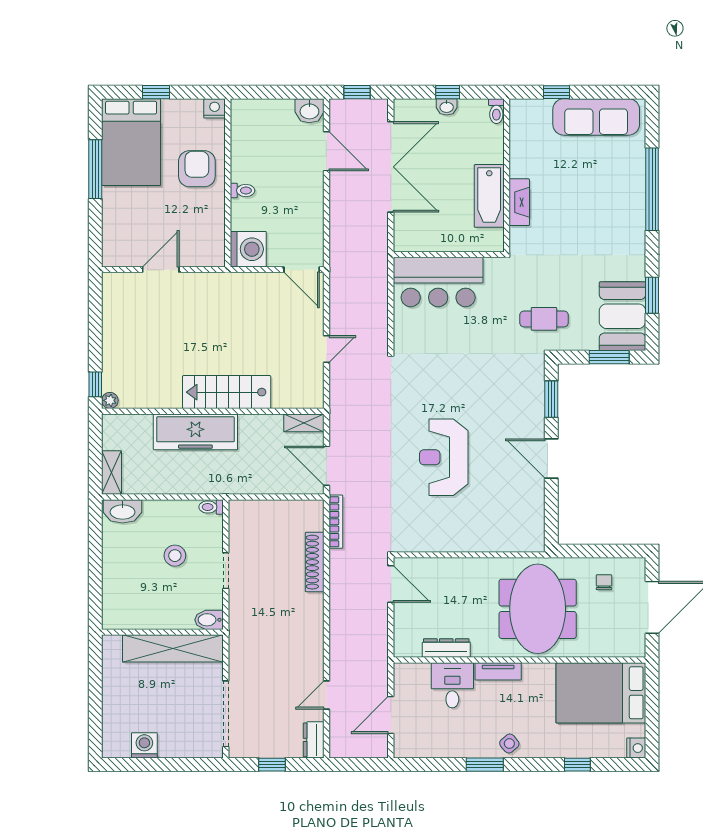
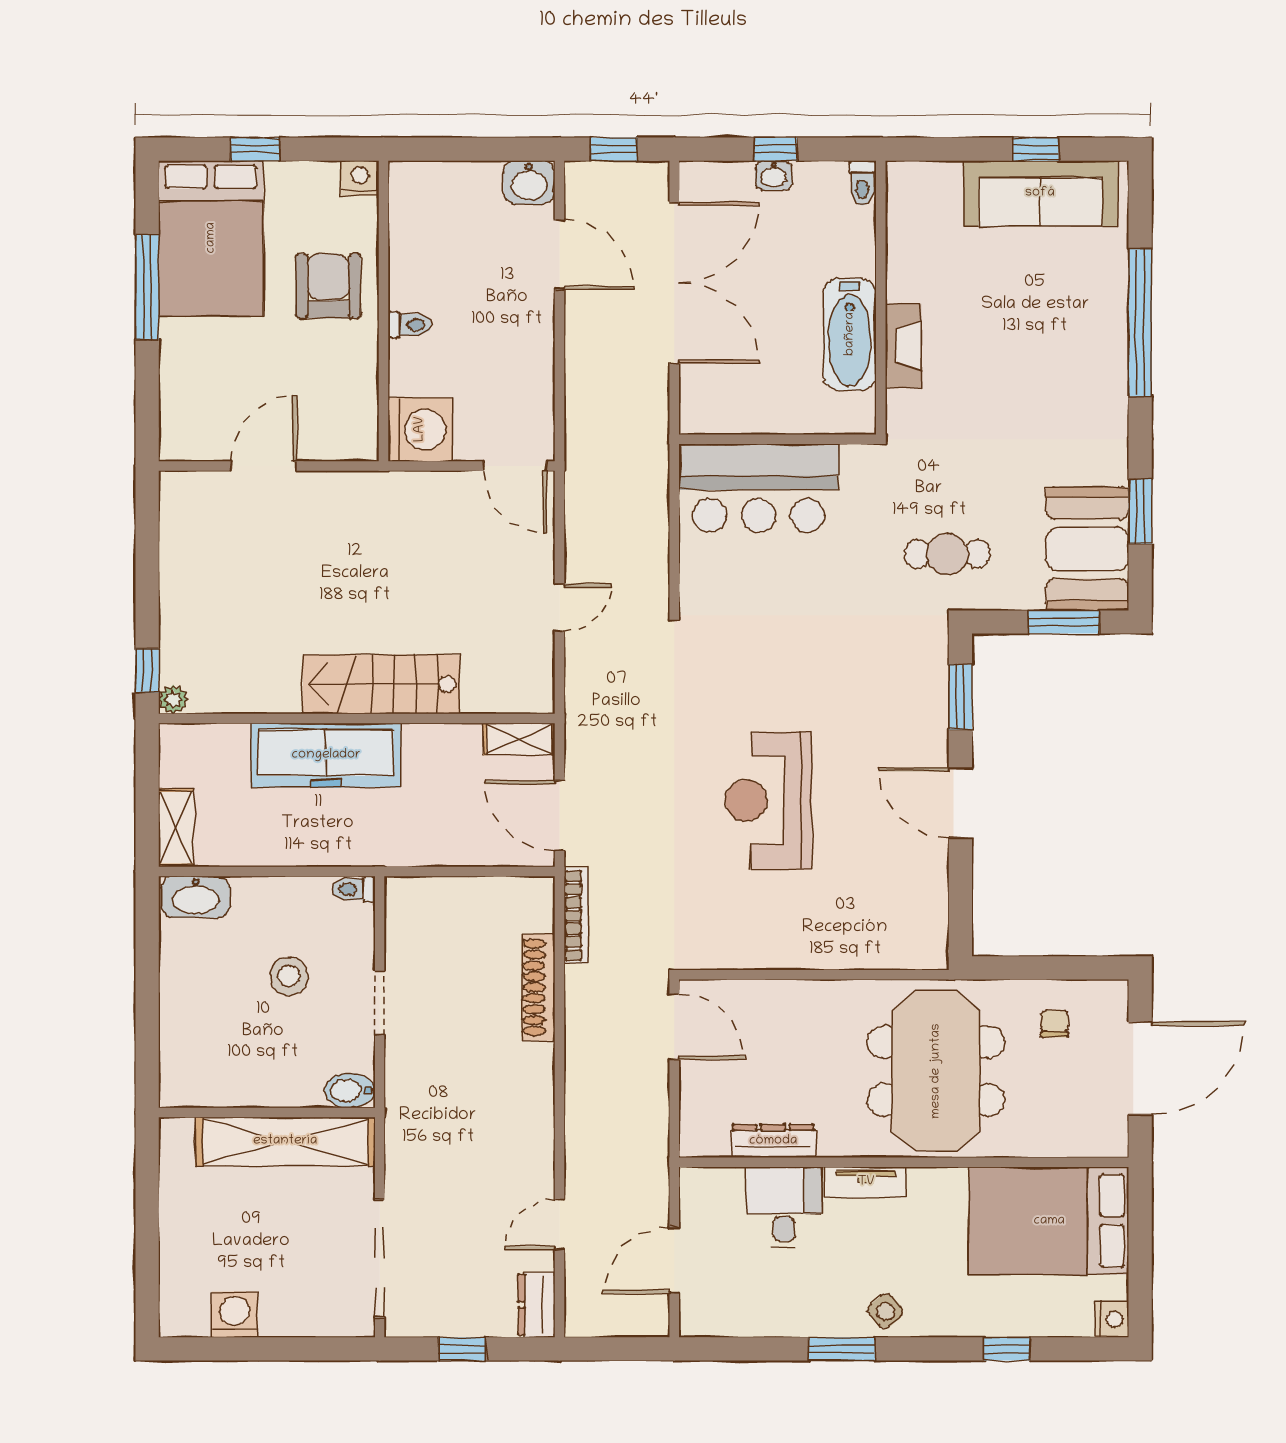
window: (556, 92) -> (1036, 149), moved

